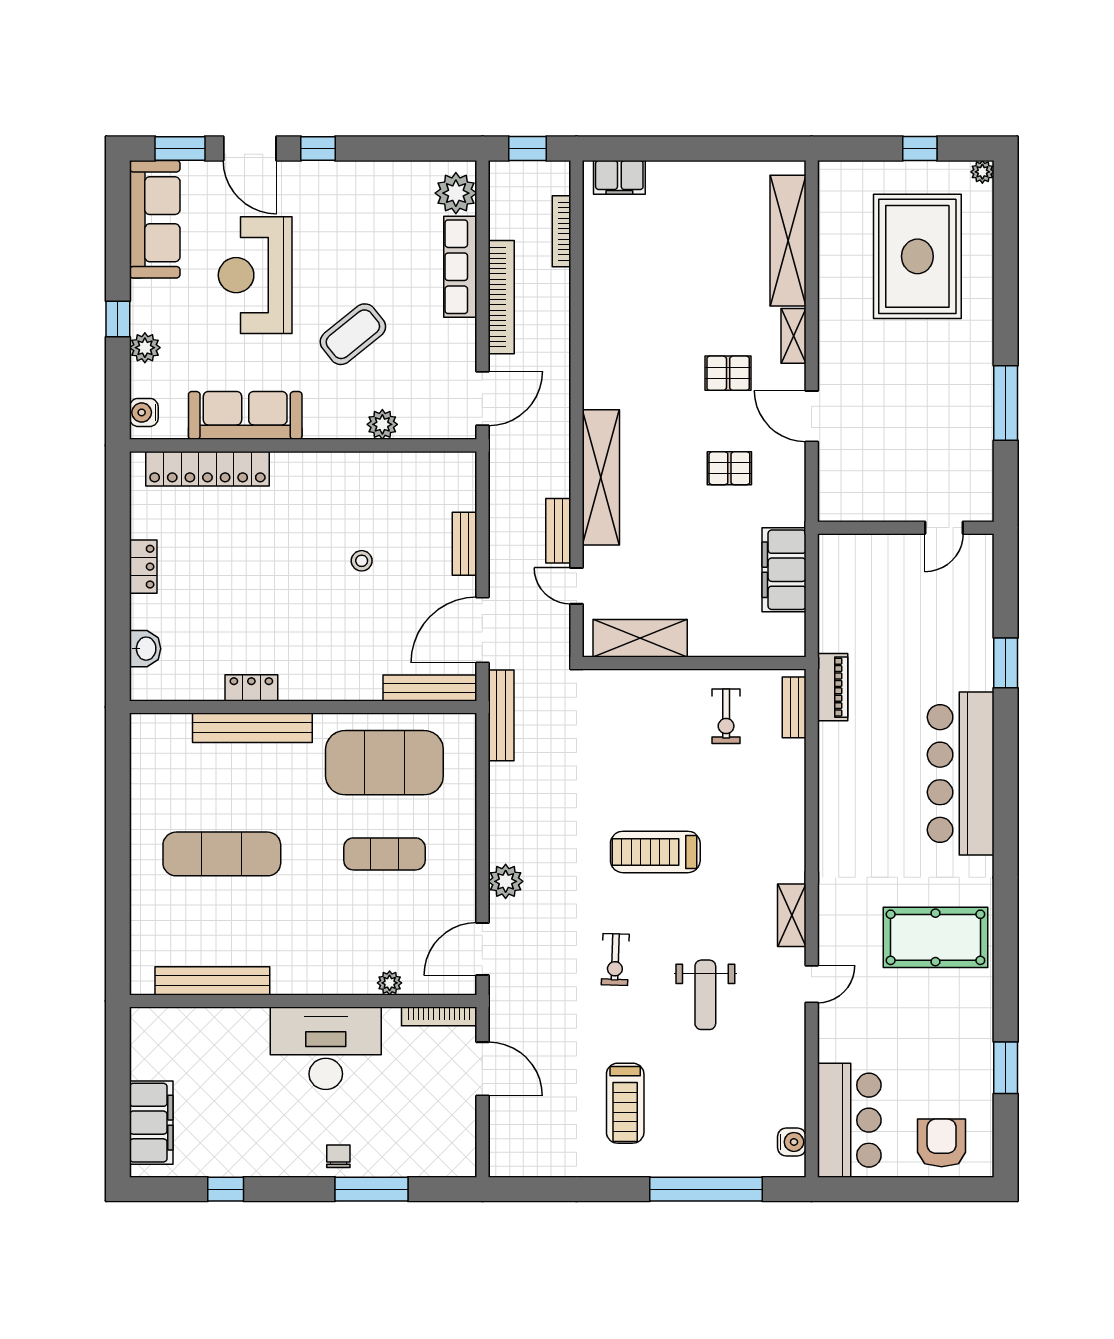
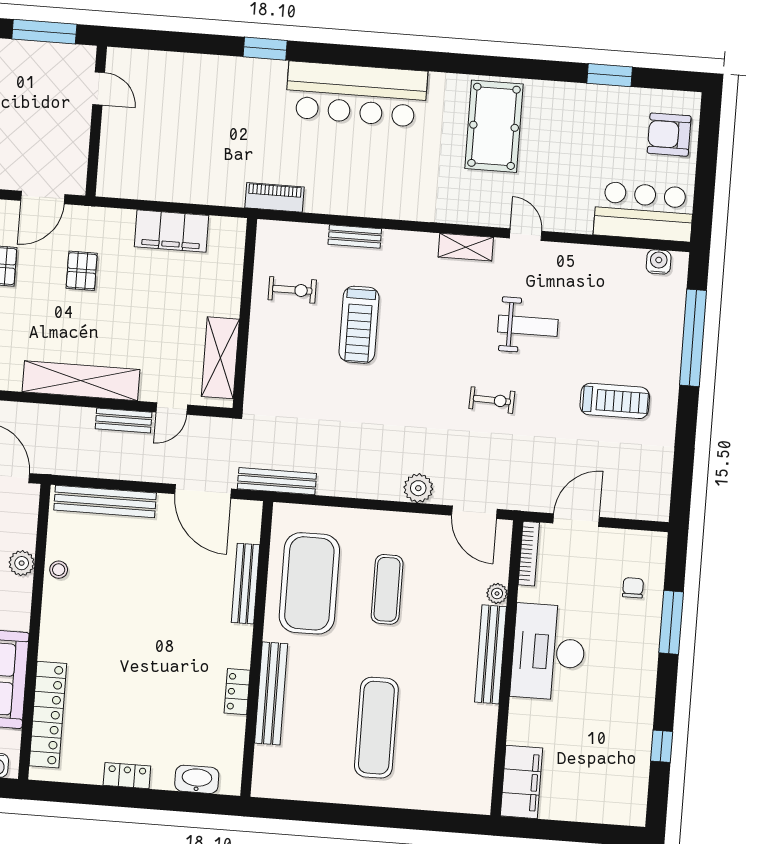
wall: (906, 528) -> (96, 121), moved
door: (944, 528) -> (99, 89), moved
bench: (464, 544) -> (105, 501), width x1.86, depth x1.21
stool: (362, 561) -> (59, 570), moved
washbasin: (145, 649) -> (197, 779), width x1.38
bench: (430, 688) -> (246, 584), moved
bench: (794, 707) -> (355, 236), moved
treadmill: (655, 852) -> (359, 325), moved
bench: (212, 981) -> (491, 654), moved
filing cabinet: (151, 1123) -> (521, 782), moved, turned 90
chair: (338, 1156) -> (633, 588), moved, turned 90

